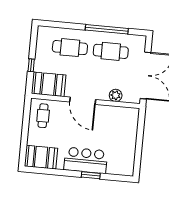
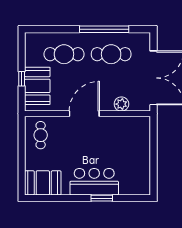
booth: (49, 84) -> (37, 86), moved, turned 90
door: (83, 101) -> (84, 114), swing flipped

